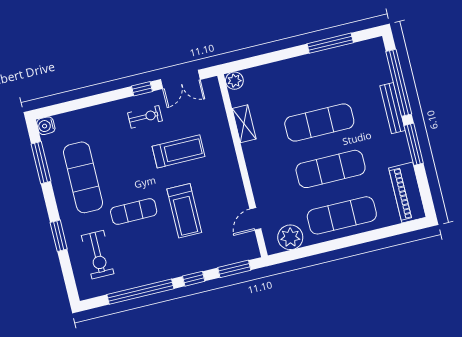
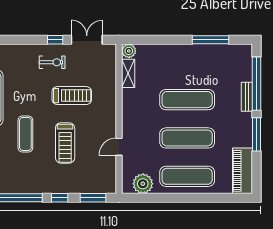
double door: (180, 79) -> (87, 40), swing flipped
bench: (392, 108) -> (247, 97), width x0.73
shelving: (244, 124) -> (128, 73), moved
exercise mat: (134, 211) -> (25, 134), turned 90
door: (255, 219) -> (119, 147), moved

